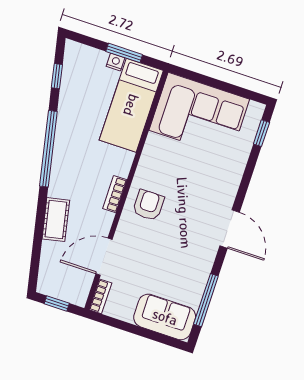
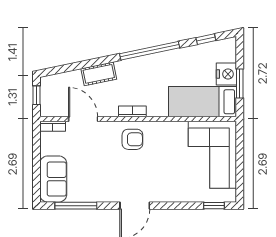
nightstand: (115, 62) -> (226, 74), width x1.89, depth x1.79

